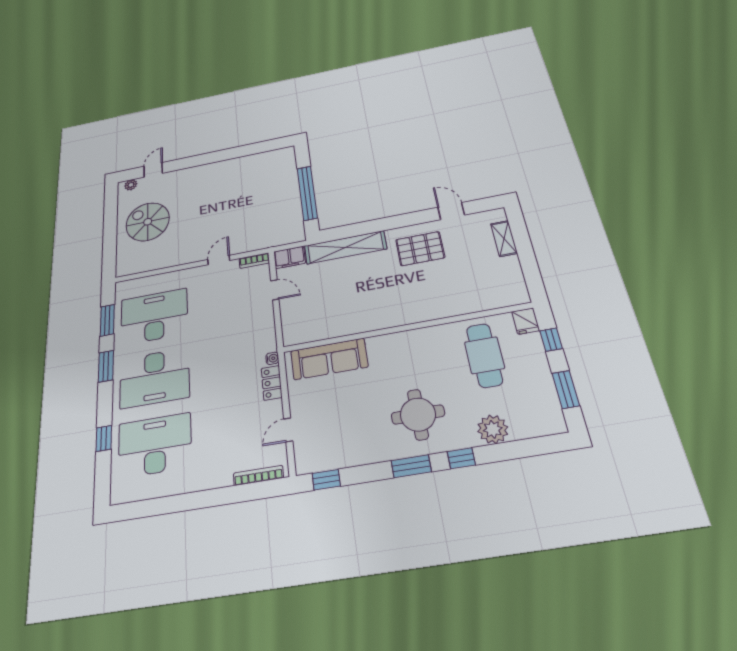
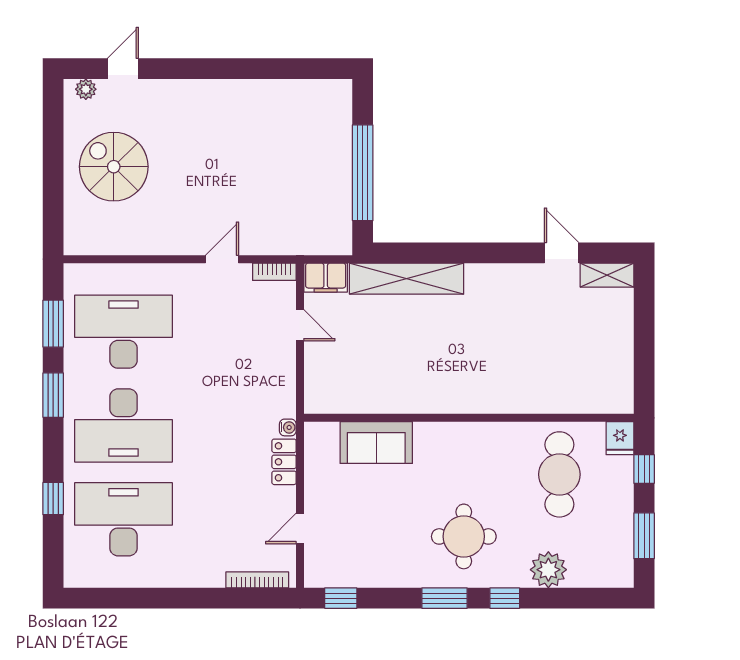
shelving: (504, 238) -> (607, 275), moved, turned 90
pallet: (420, 249) -> (508, 304), removed
sofa: (329, 359) -> (376, 443), width x0.73

